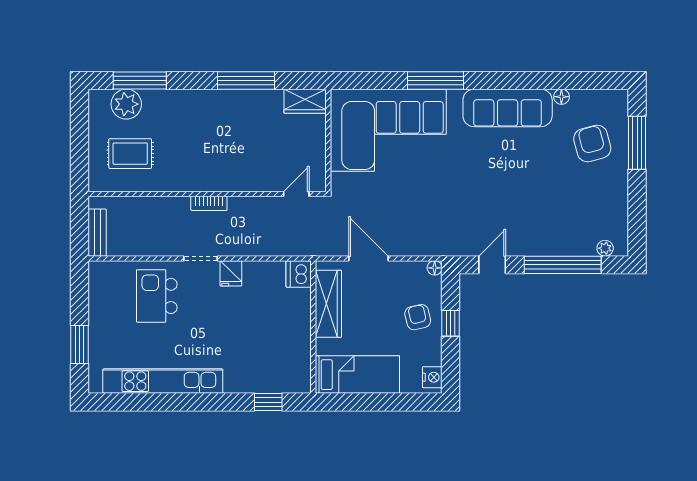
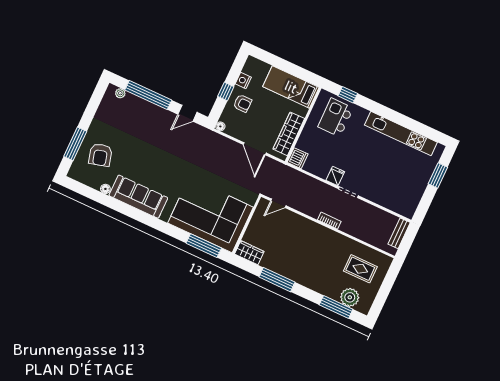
window: (435, 80) -> (204, 246), moved
kitchen island: (157, 296) -> (336, 117), moved, turned 180
armchair: (418, 317) -> (242, 103), turned -77
nightstand: (432, 377) -> (243, 81), moved

